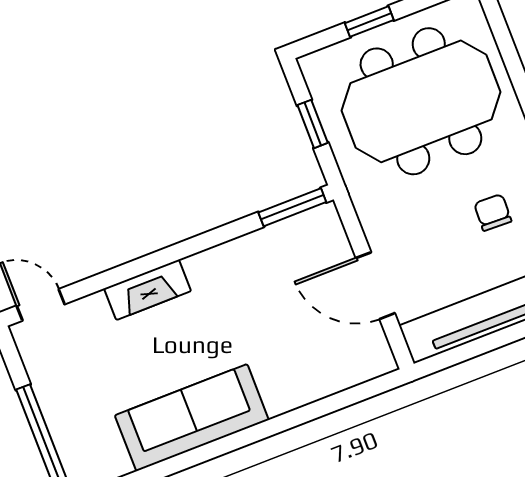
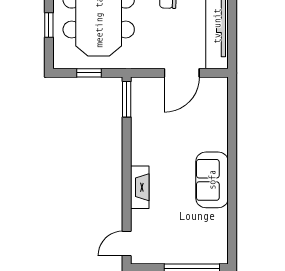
sofa: (192, 418) -> (212, 180), width x0.73

